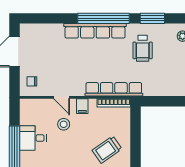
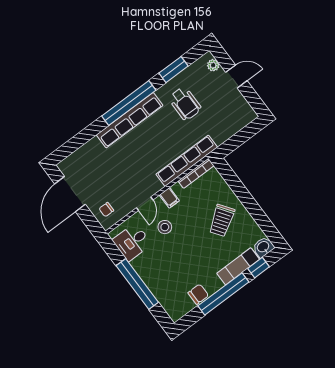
door: (62, 97) -> (145, 204), hinge flipped
desk: (33, 138) -> (132, 242), moved

